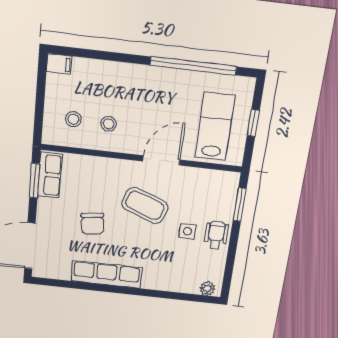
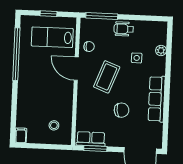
stool: (109, 124) -> (55, 103), removed
chair: (194, 182) -> (89, 47), added
window: (240, 205) -> (102, 16), width x1.44
side table: (187, 231) -> (137, 58), moved
plant: (207, 289) -> (161, 50), moved

